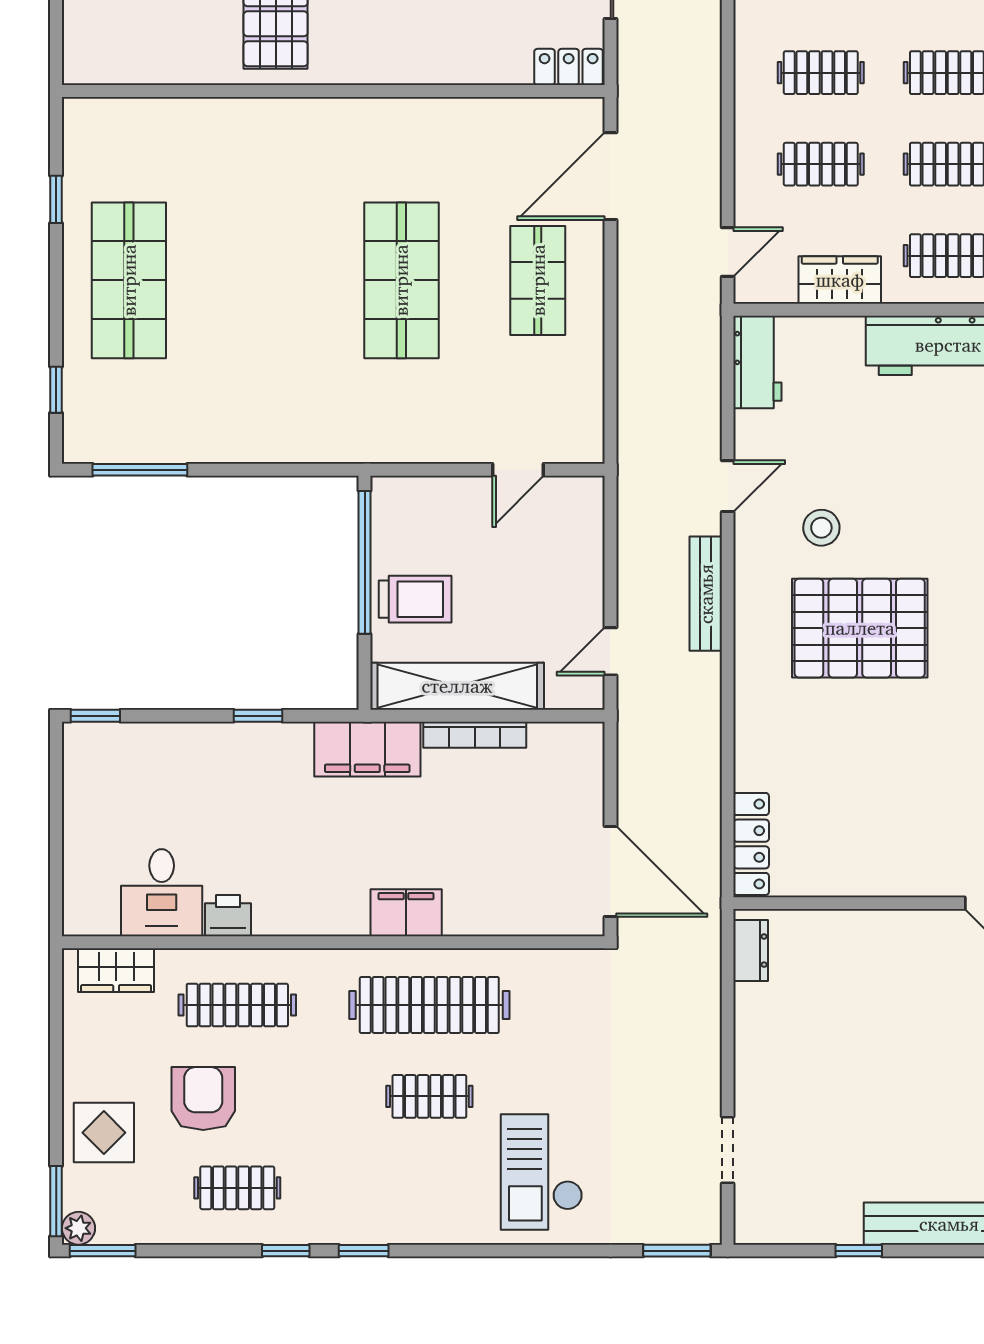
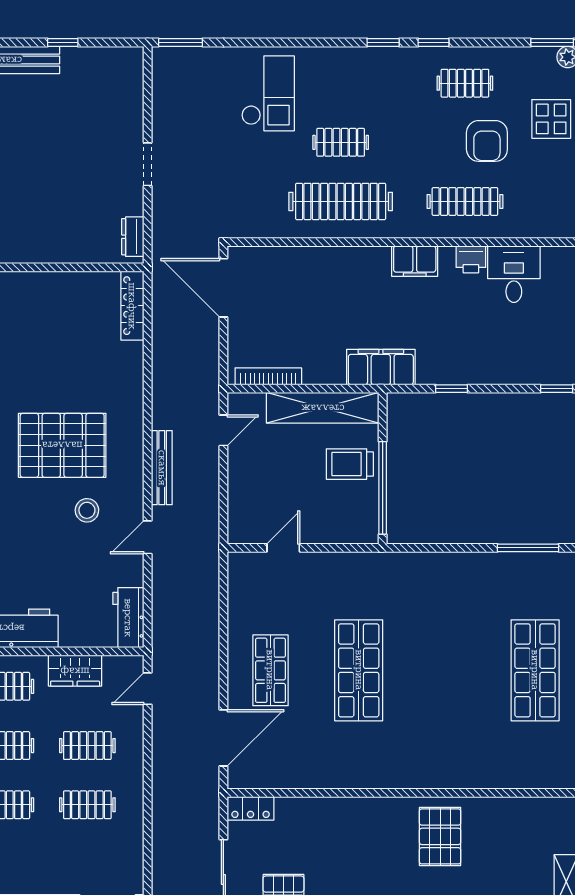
bookcase: (475, 735) -> (268, 376), moved
filing cabinet: (406, 913) -> (415, 261), moved
wardrobe: (116, 970) -> (543, 224), removed
doorway: (728, 1150) -> (148, 164), moved

